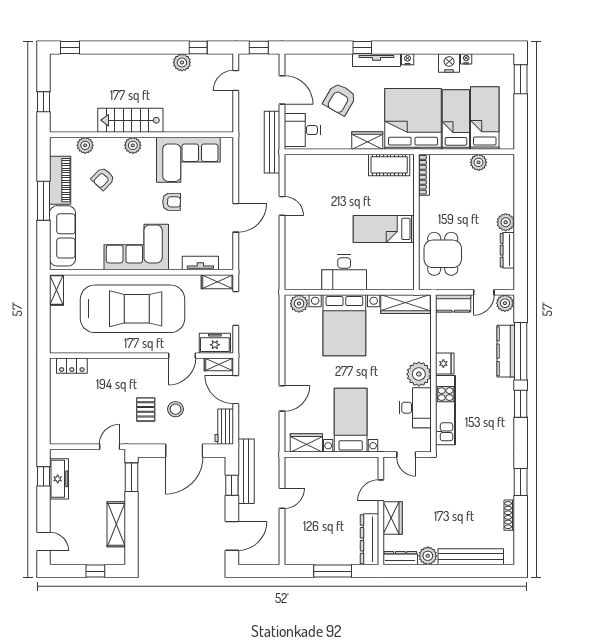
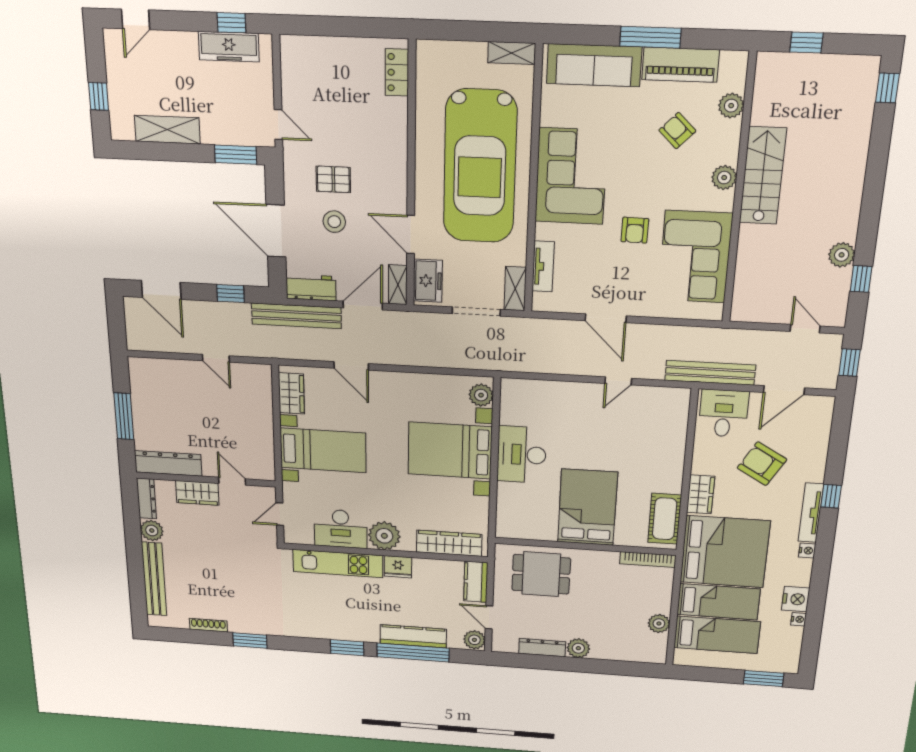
bed: (384, 229) -> (587, 507), width x1.50
wardrobe: (406, 304) -> (449, 543), moved, turned 90
bench: (246, 471) -> (296, 316), moved

